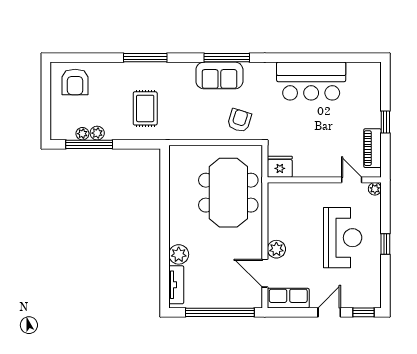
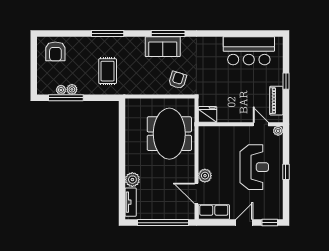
bar counter: (311, 81) -> (249, 51), moved

